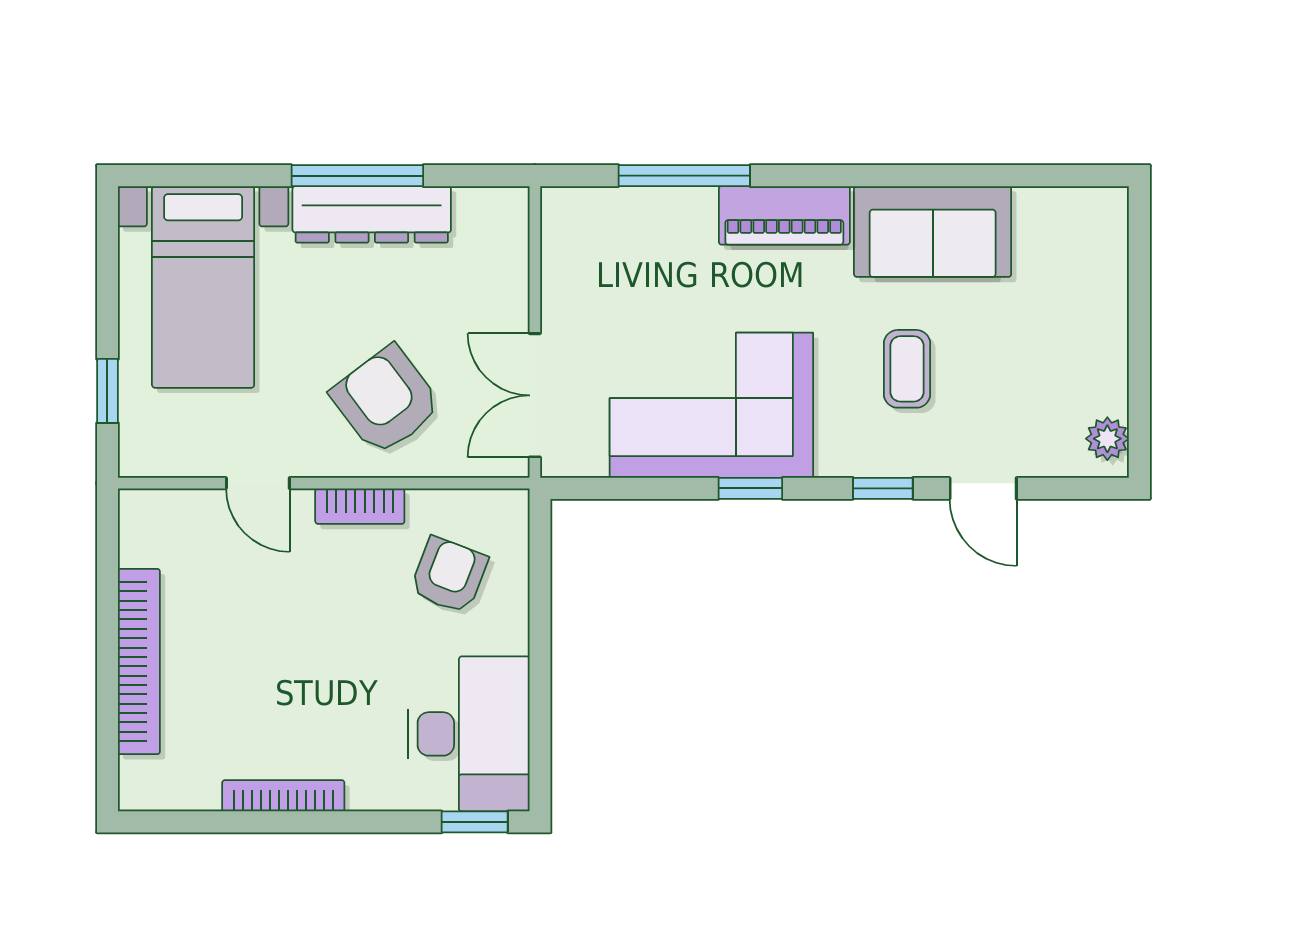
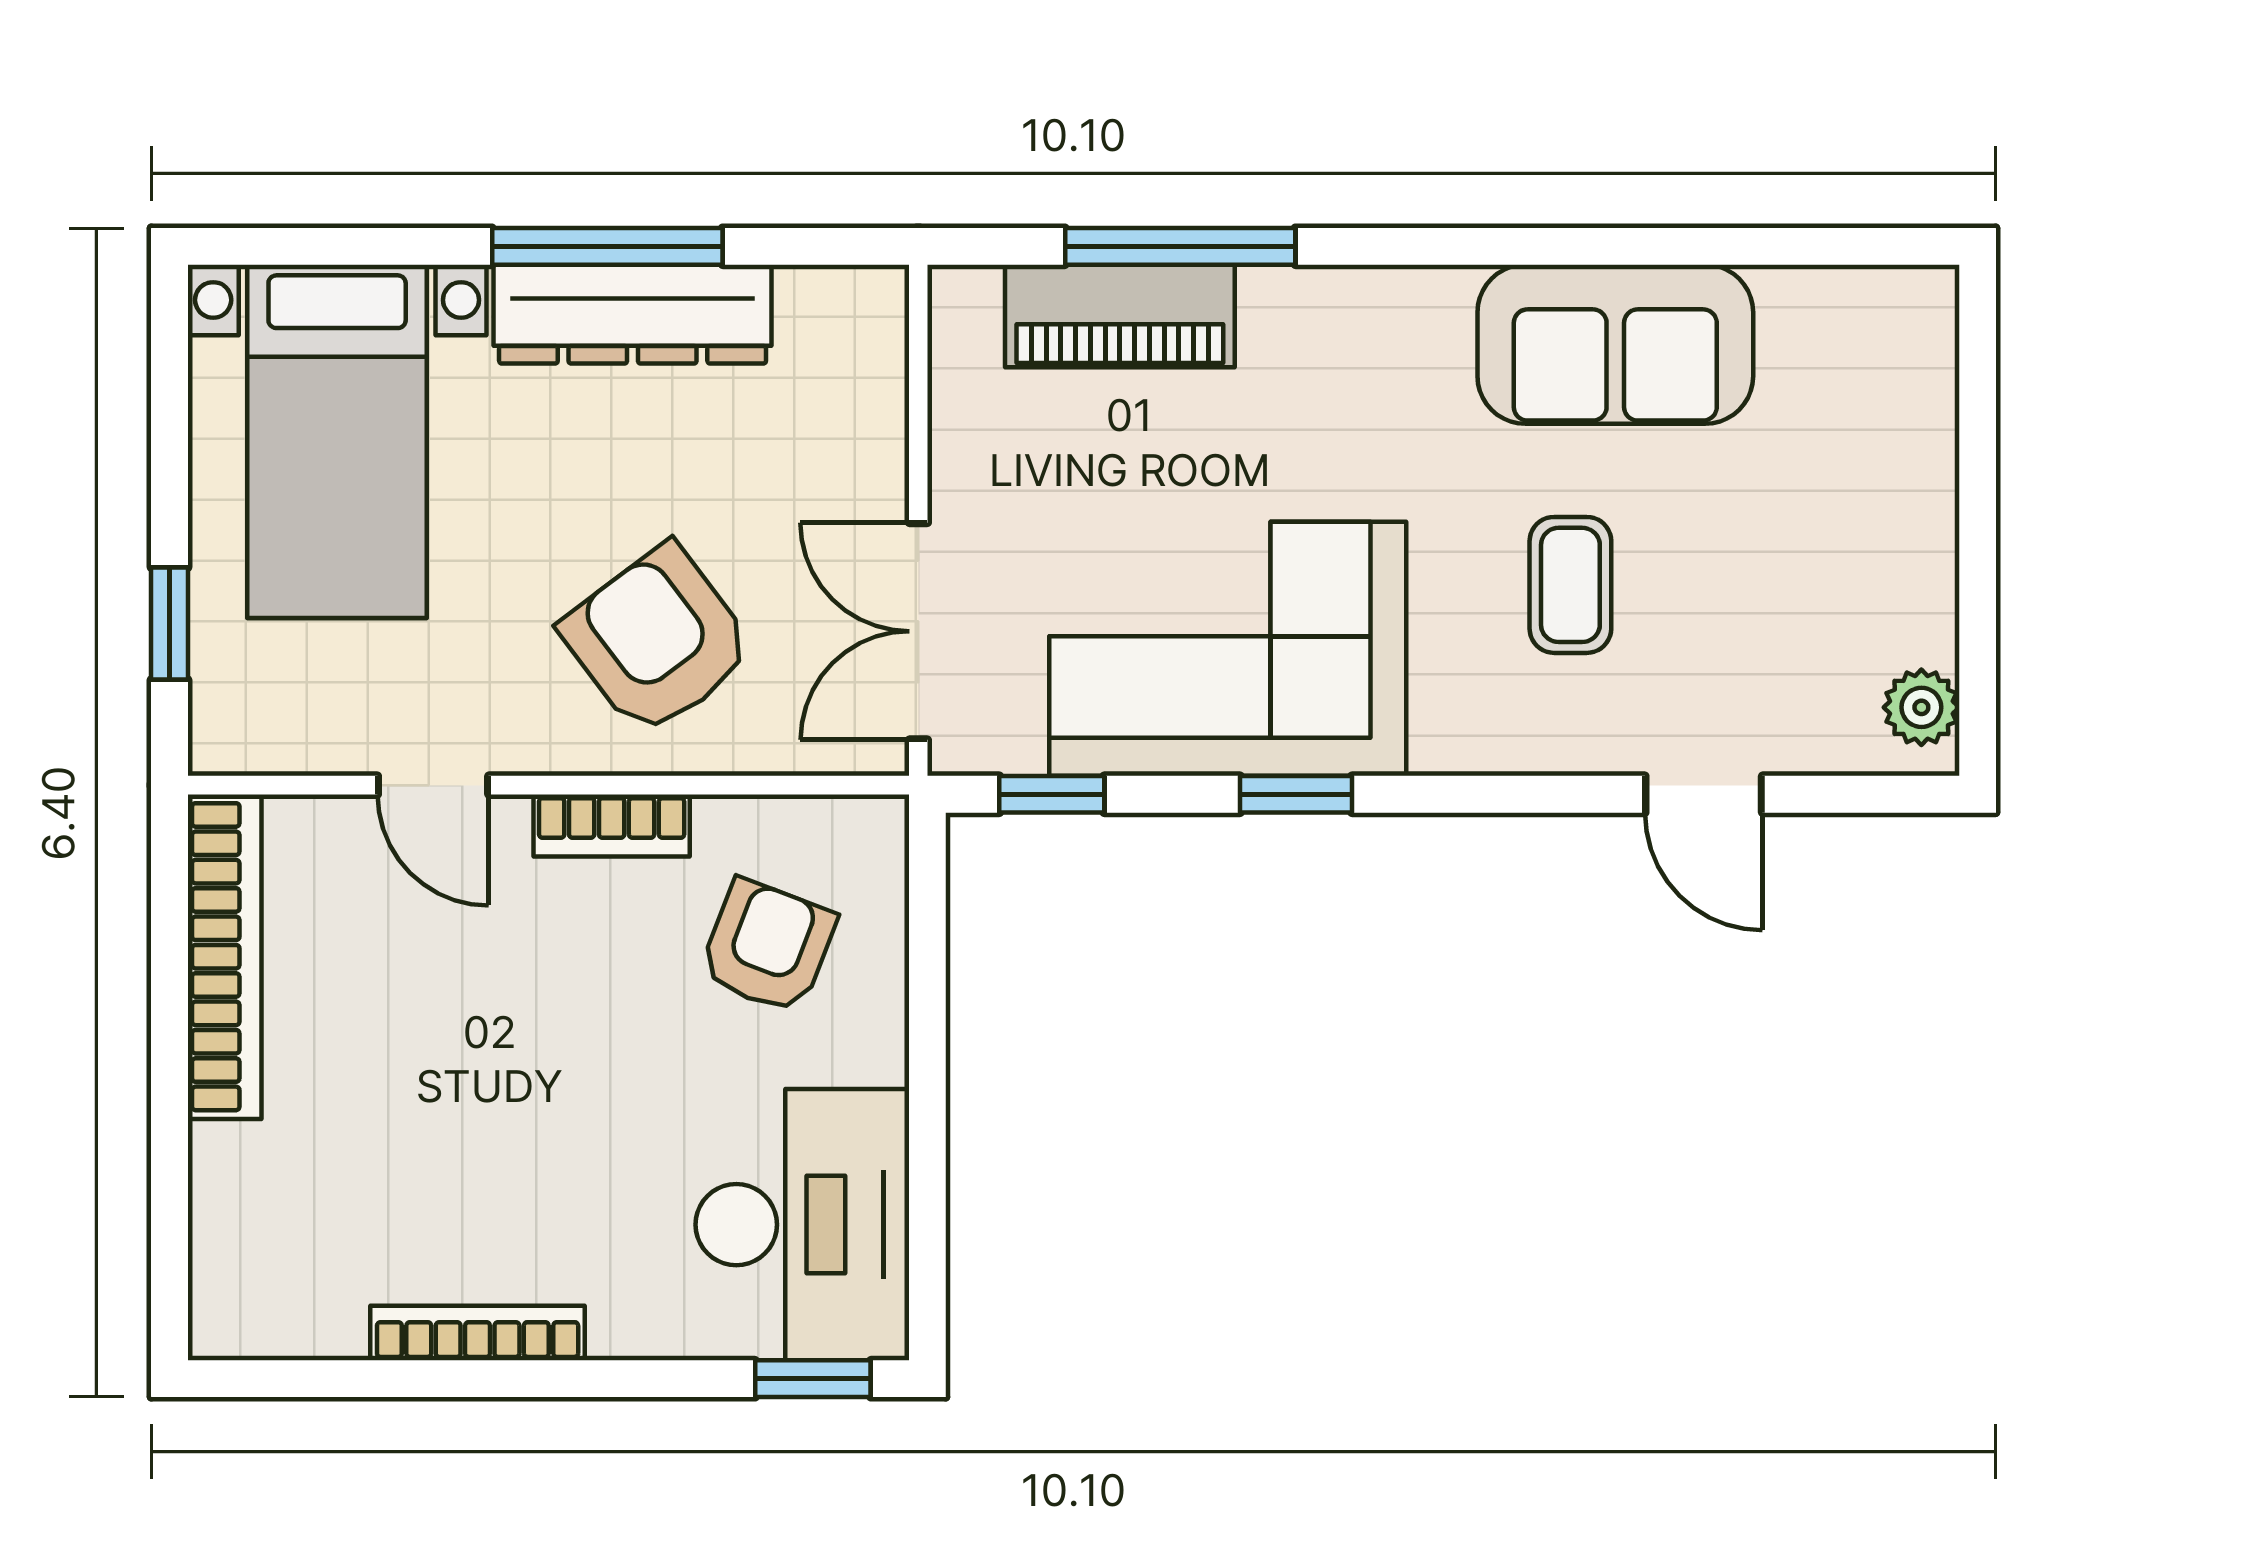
piano: (784, 215) -> (1120, 316), moved
window: (883, 488) -> (1052, 794), moved
bookcase: (139, 662) -> (225, 957), moved

